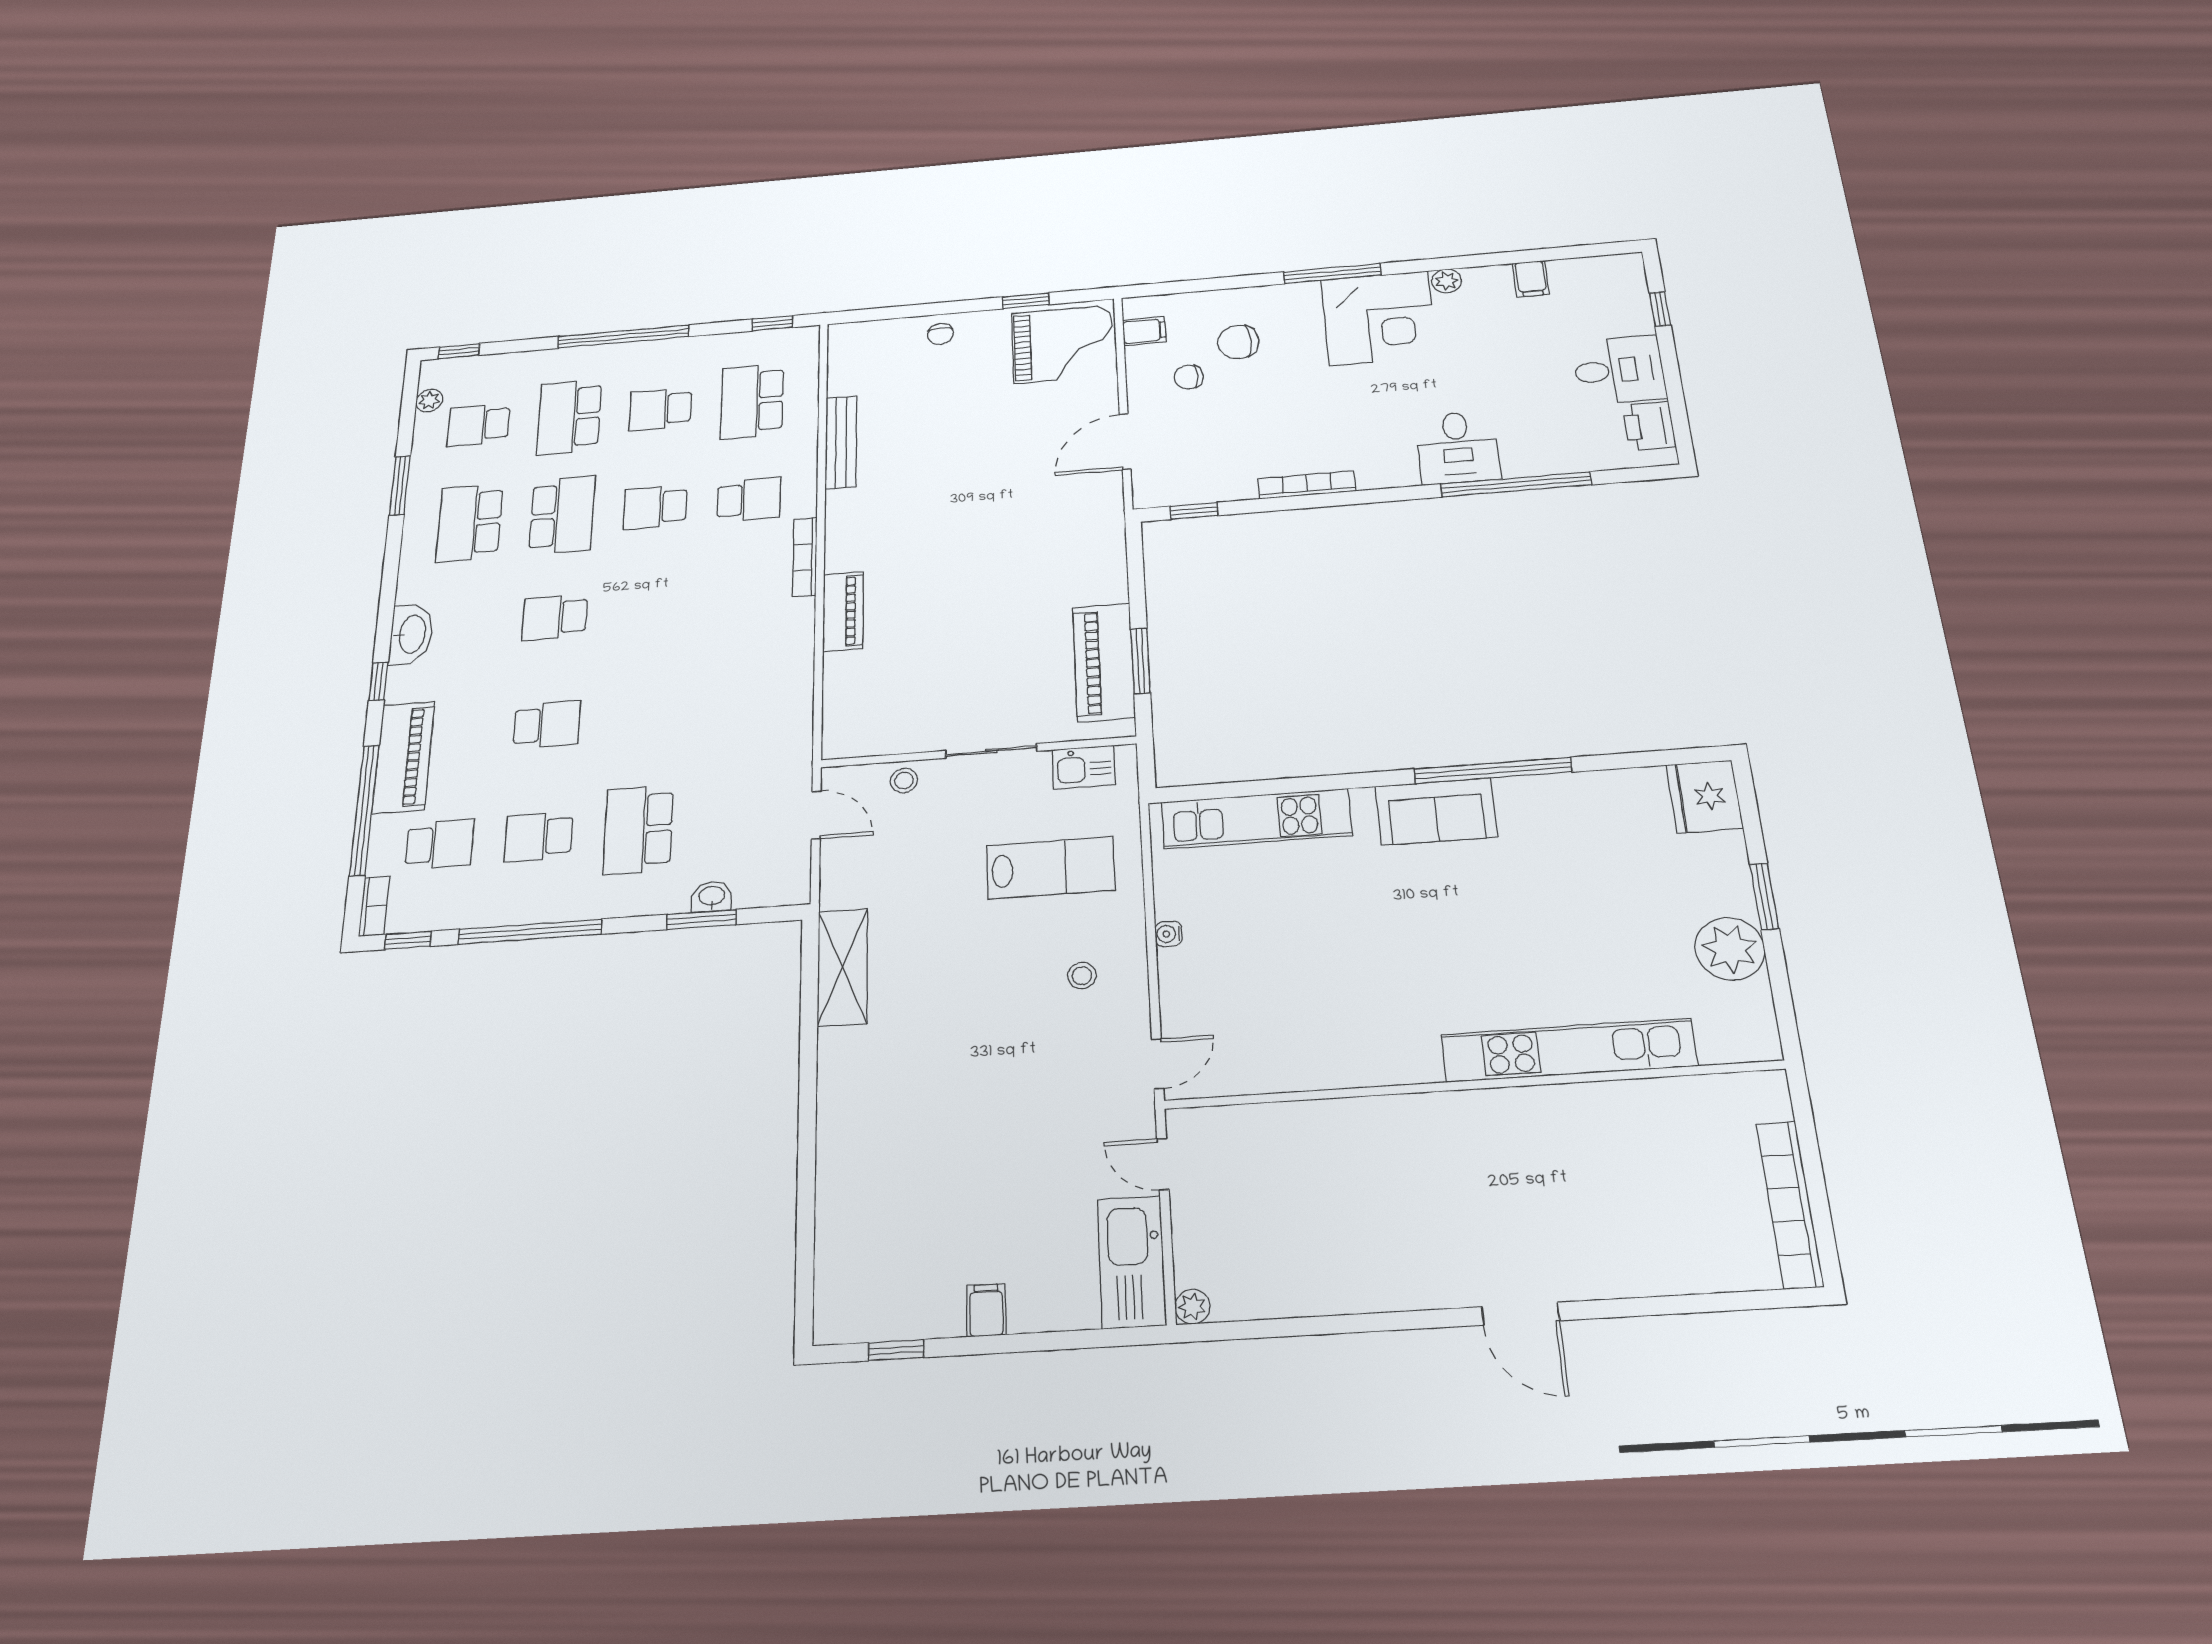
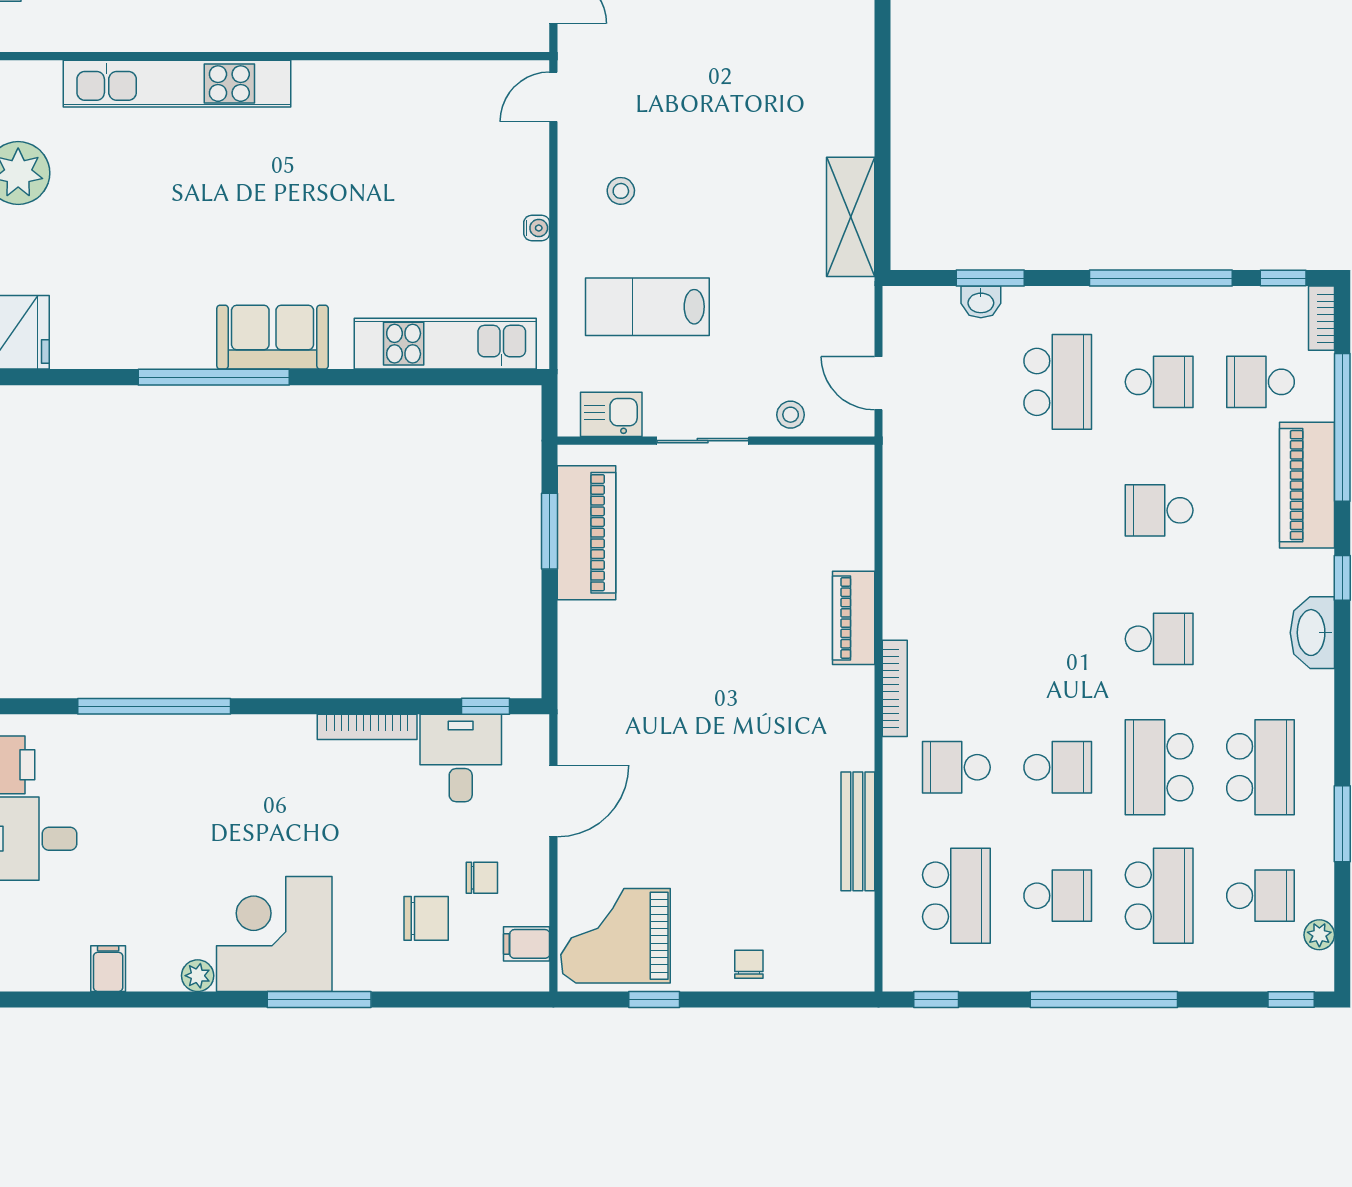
desk: (1457, 447) -> (461, 758), moved

